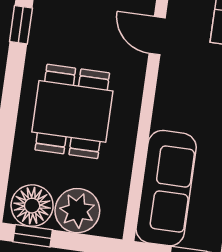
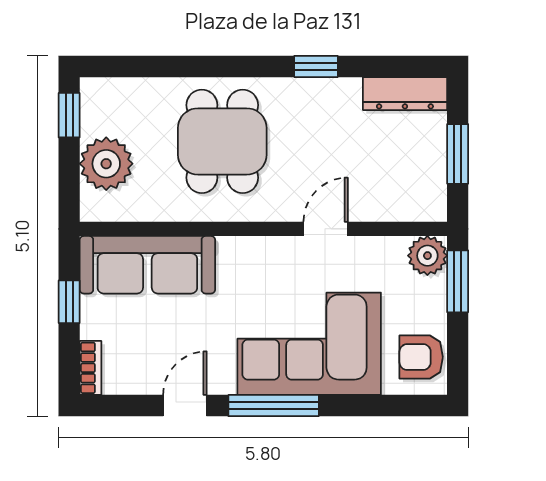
dining table: (72, 111) -> (222, 141), turned 90
floor lamp: (32, 206) -> (105, 110), removed

